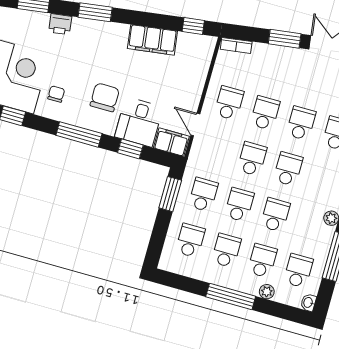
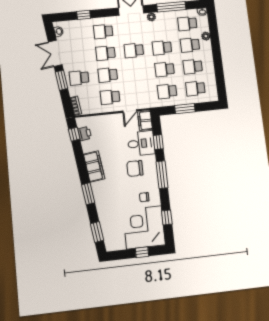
printer: (60, 24) -> (85, 134), moved
filing cabinet: (152, 40) -> (94, 166), moved
school desk: (252, 159) -> (79, 78), moved
window: (170, 194) -> (185, 109), moved
window: (231, 297) -> (217, 54), removed

